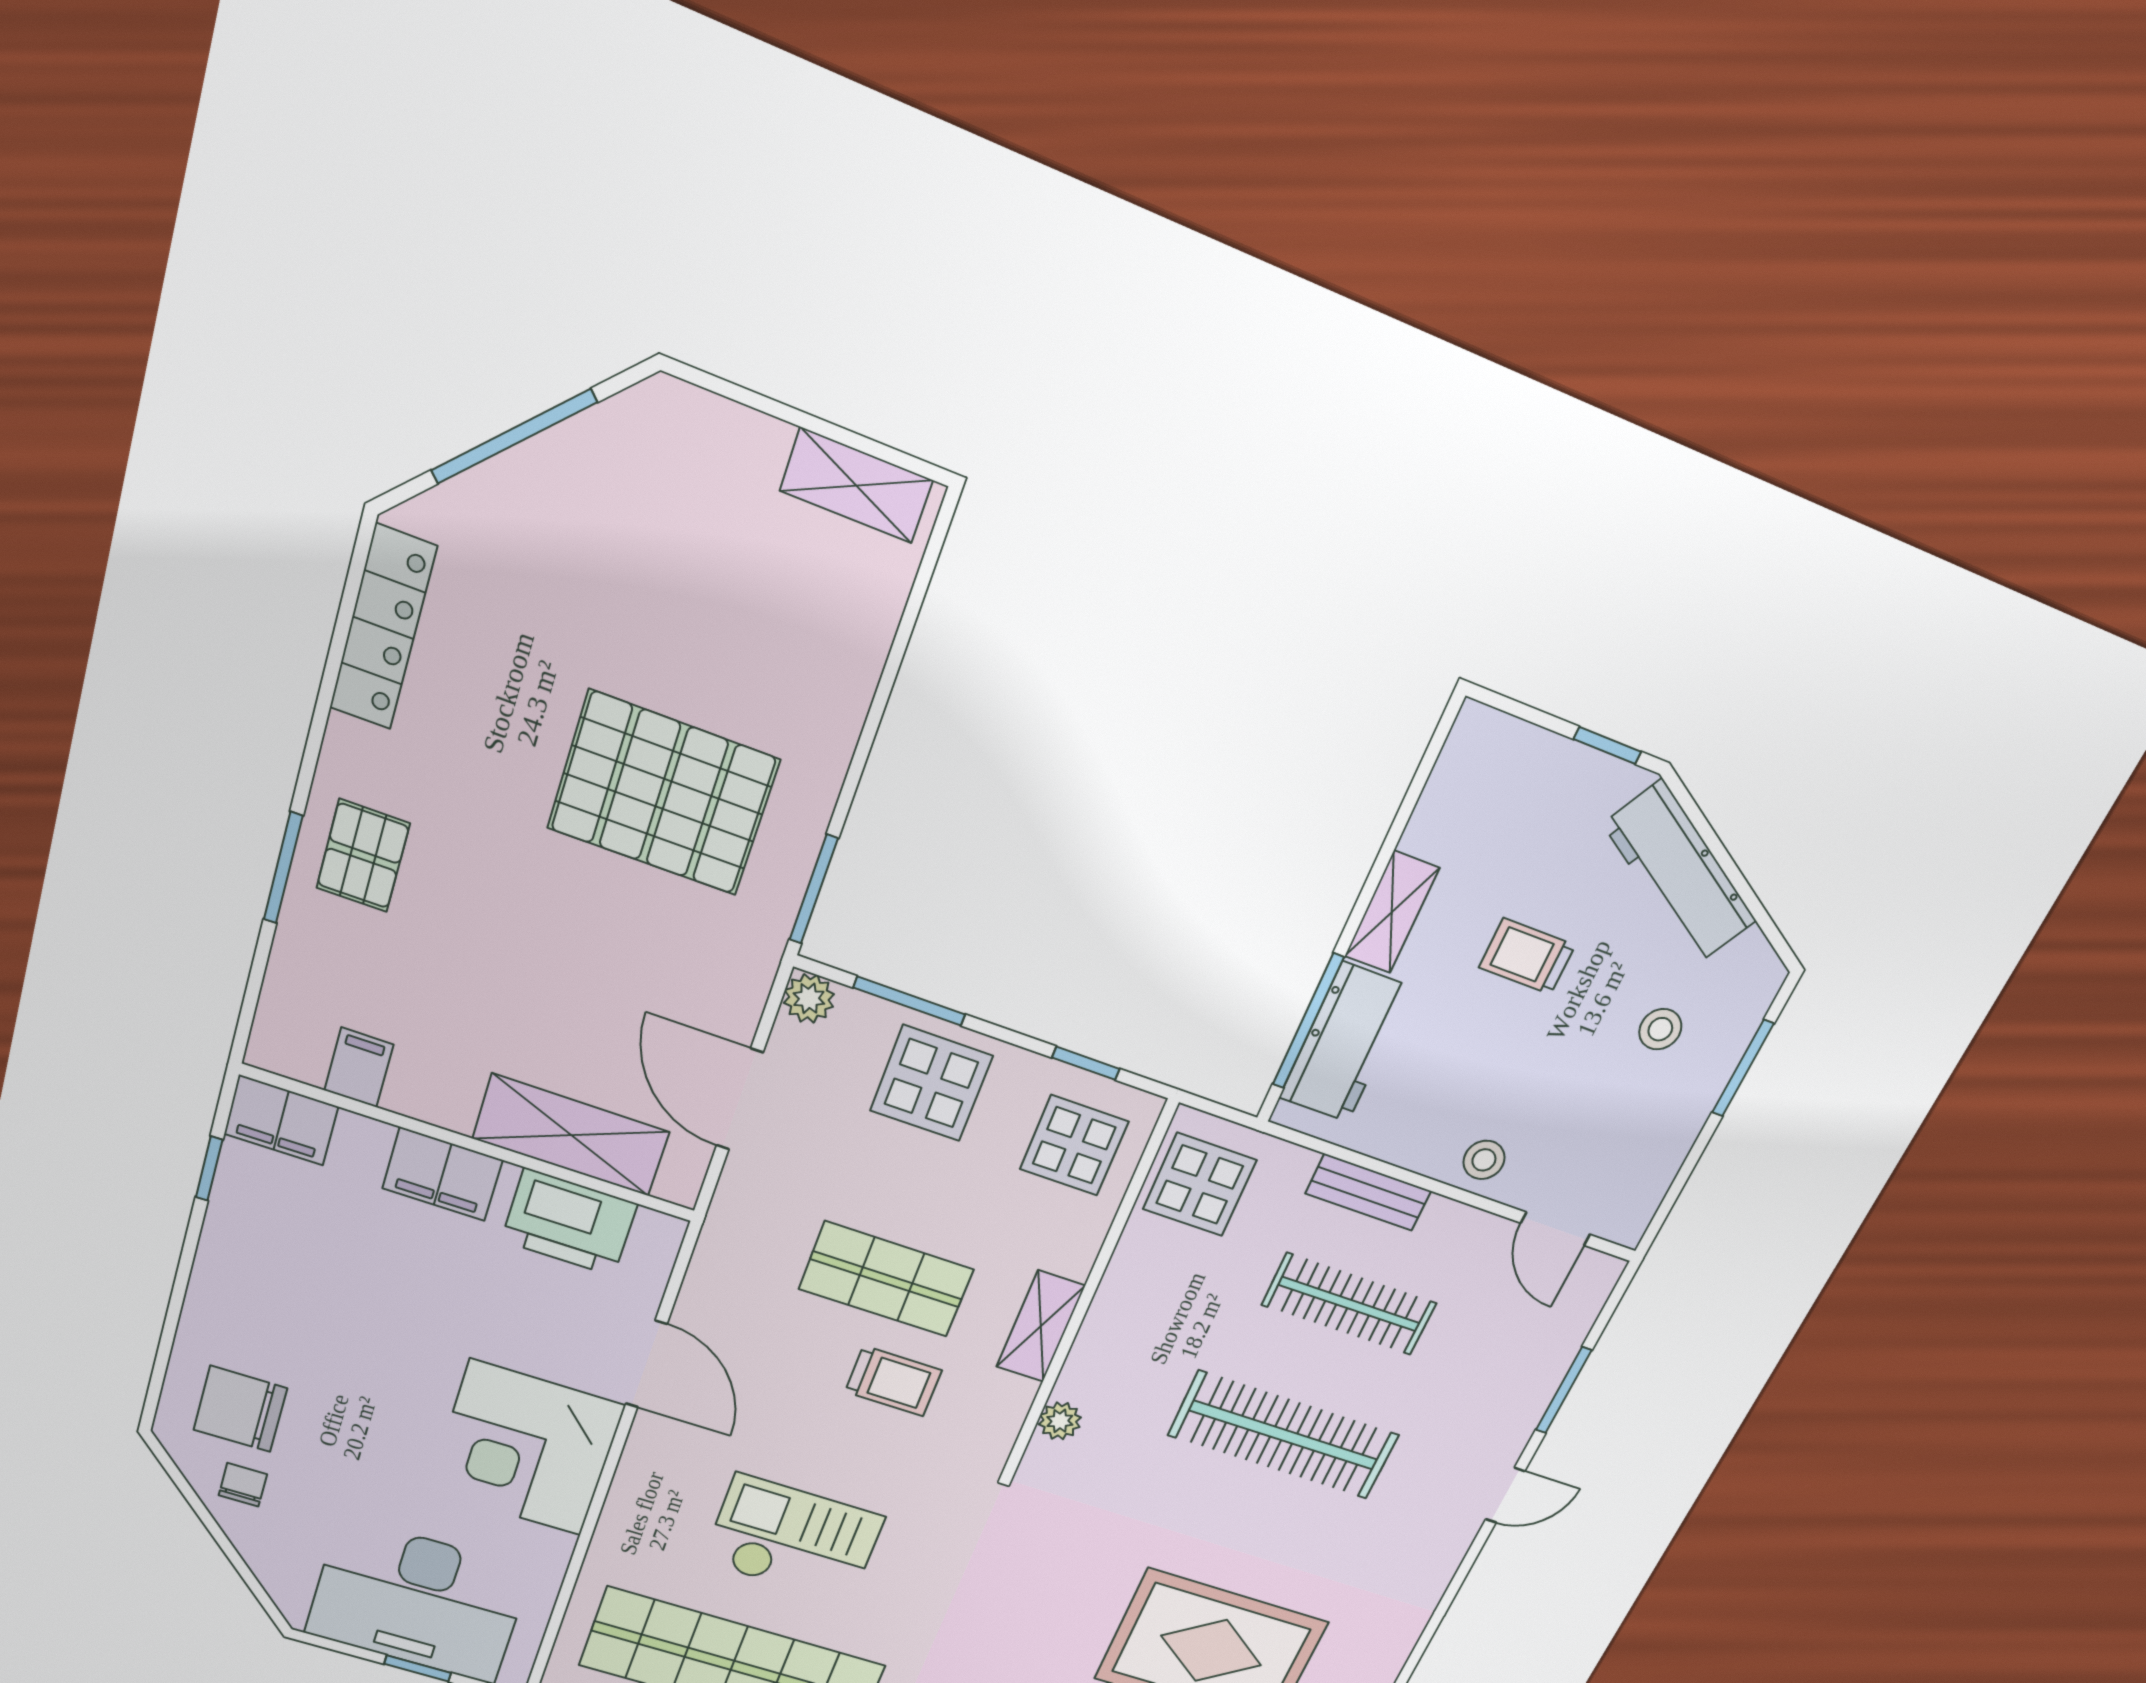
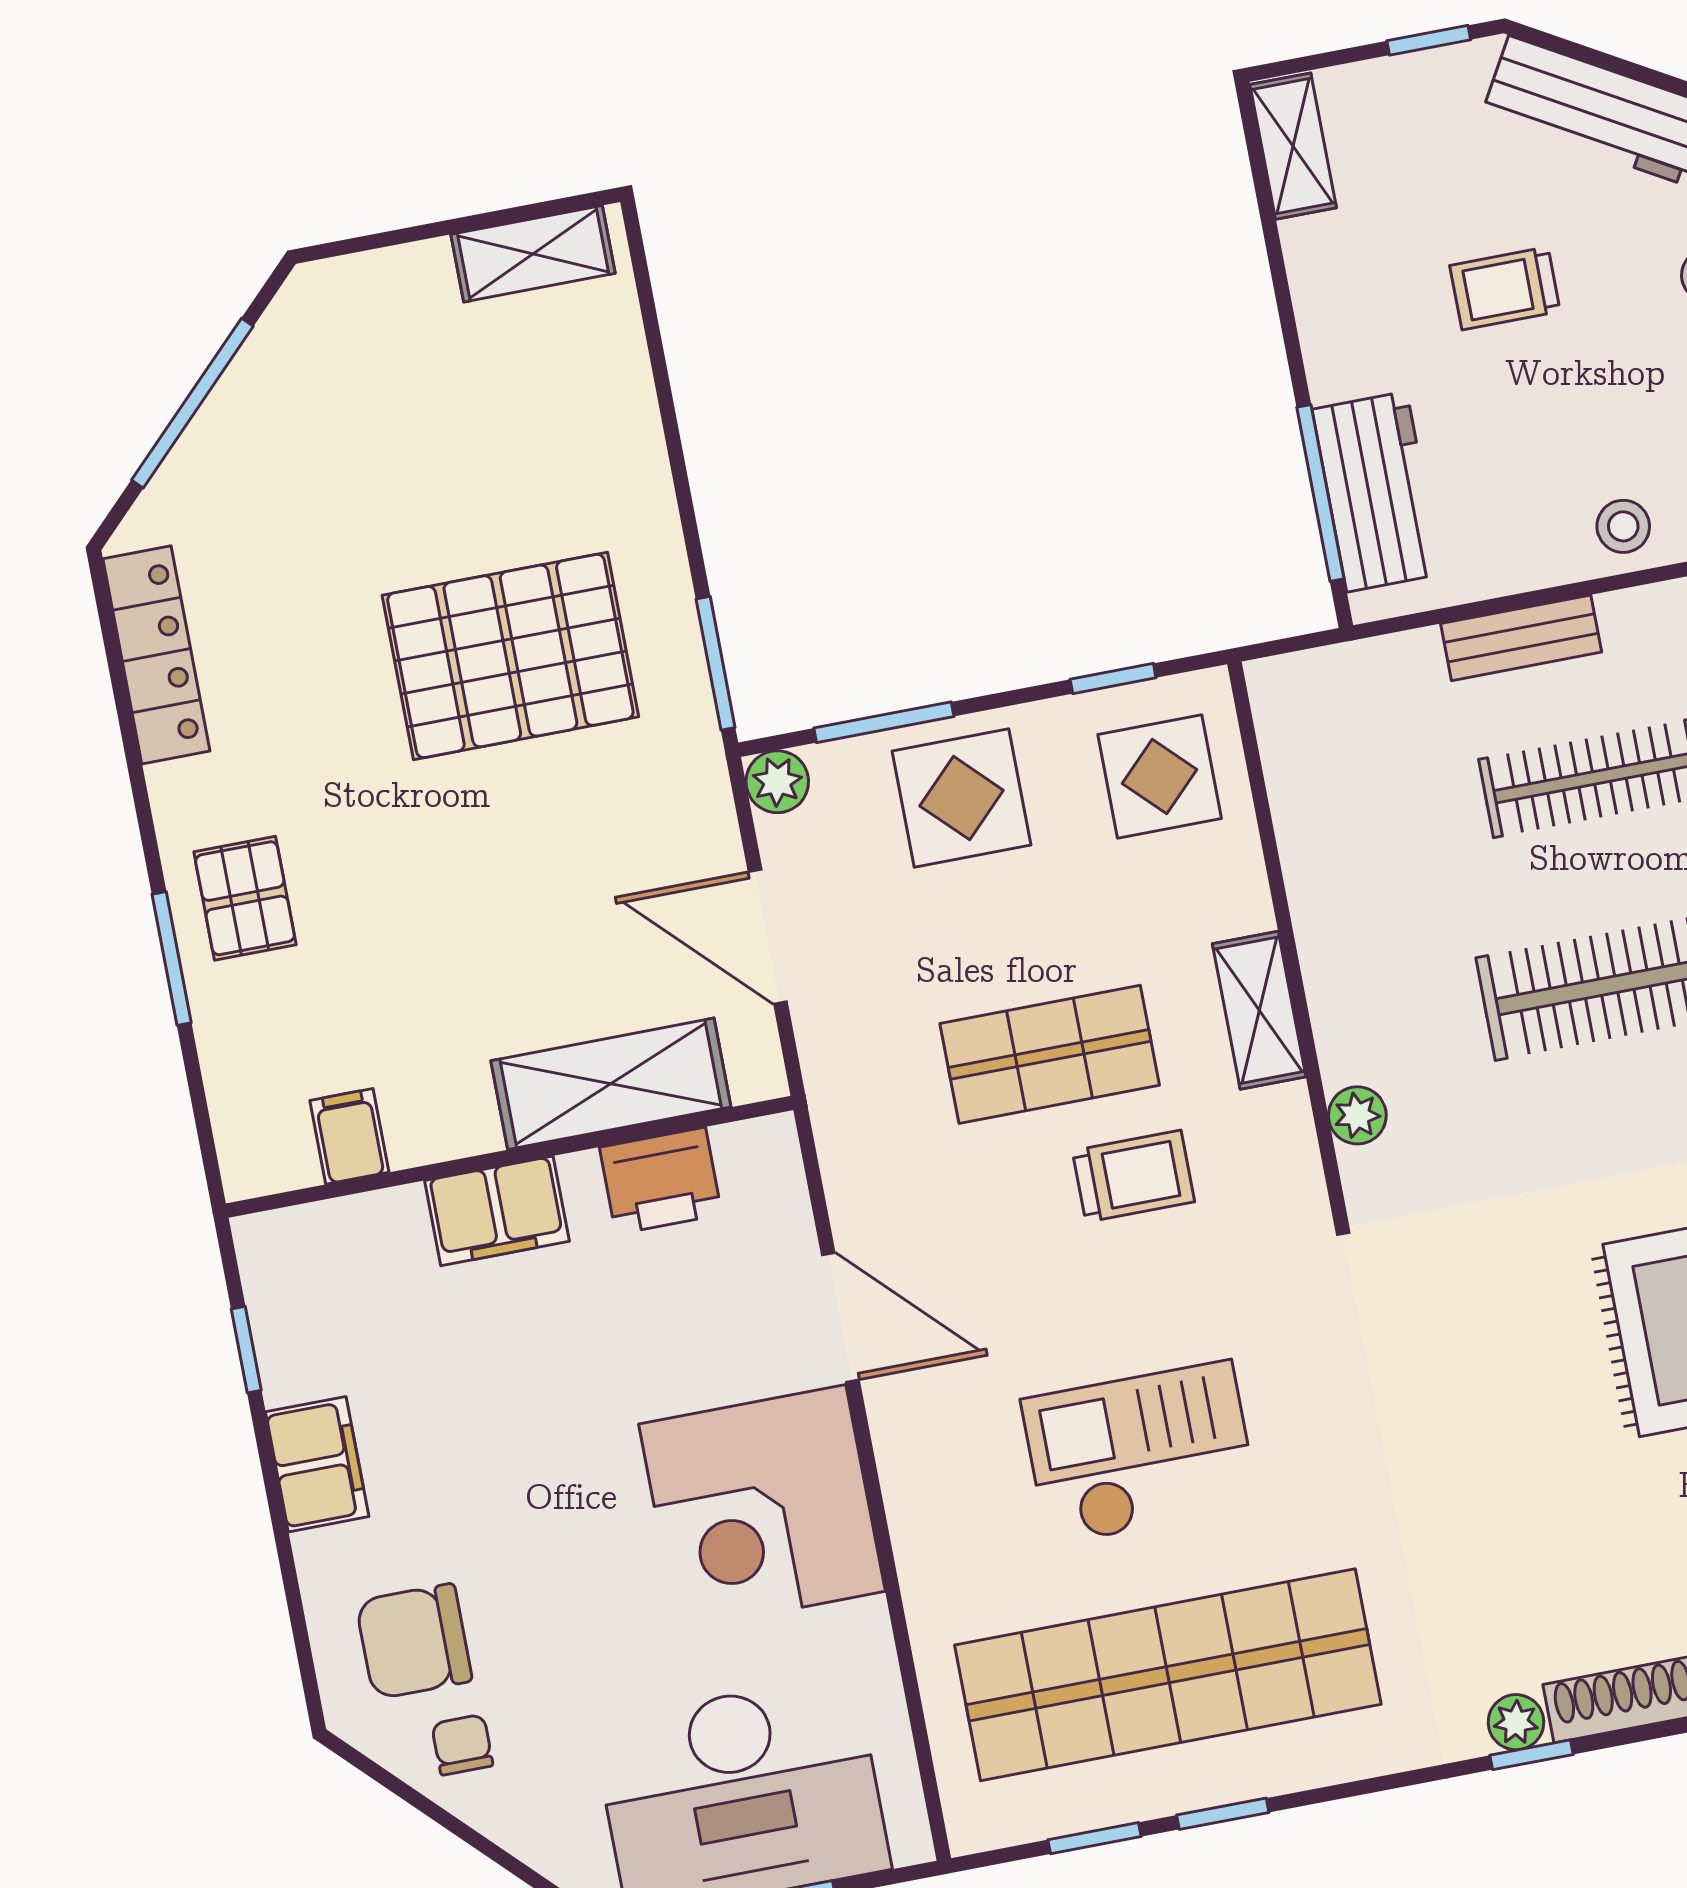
shelving: (1392, 912) -> (1293, 146), moved
filing cabinet: (281, 1120) -> (317, 1464), moved, turned -90
display table: (1200, 1185) -> (1327, 739), removed
printer: (569, 1222) -> (661, 1181), width x0.73, depth x0.84

